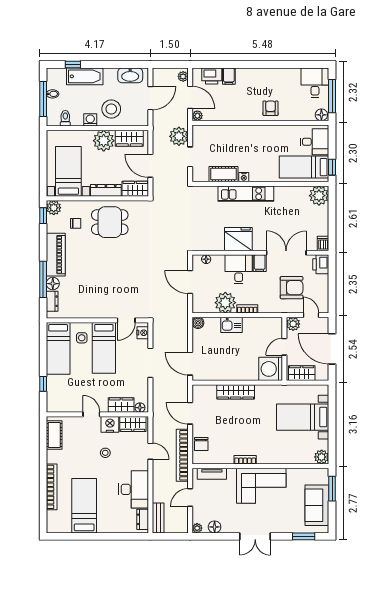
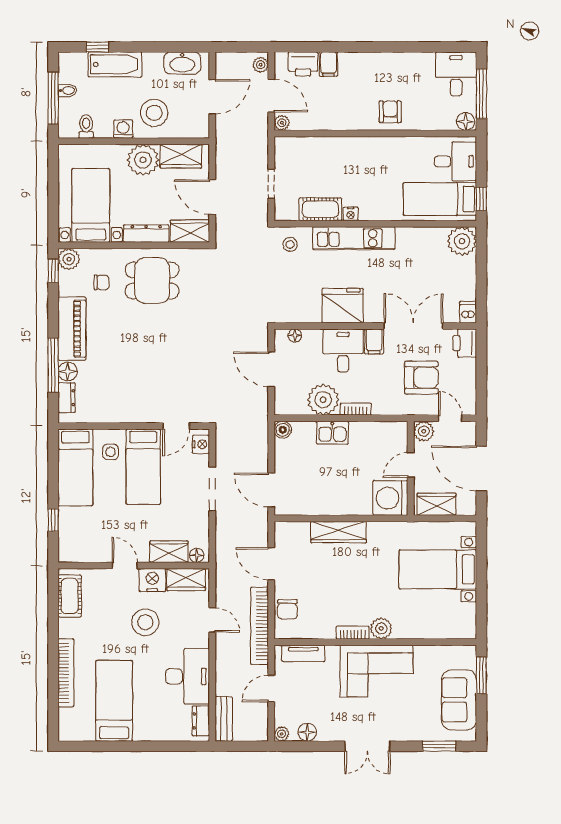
plant: (179, 136) -> (254, 153), removed
stool: (203, 198) -> (290, 244), added
stool: (105, 453) -> (145, 622), width x1.89, depth x1.89
plant: (322, 457) -> (381, 628), moved

